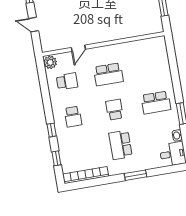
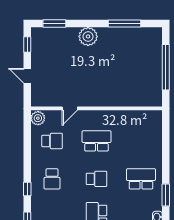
school desk: (108, 74) -> (96, 141), turned 180
school desk: (156, 103) -> (141, 179), turned 180
school desk: (114, 110) -> (96, 179), turned 90

